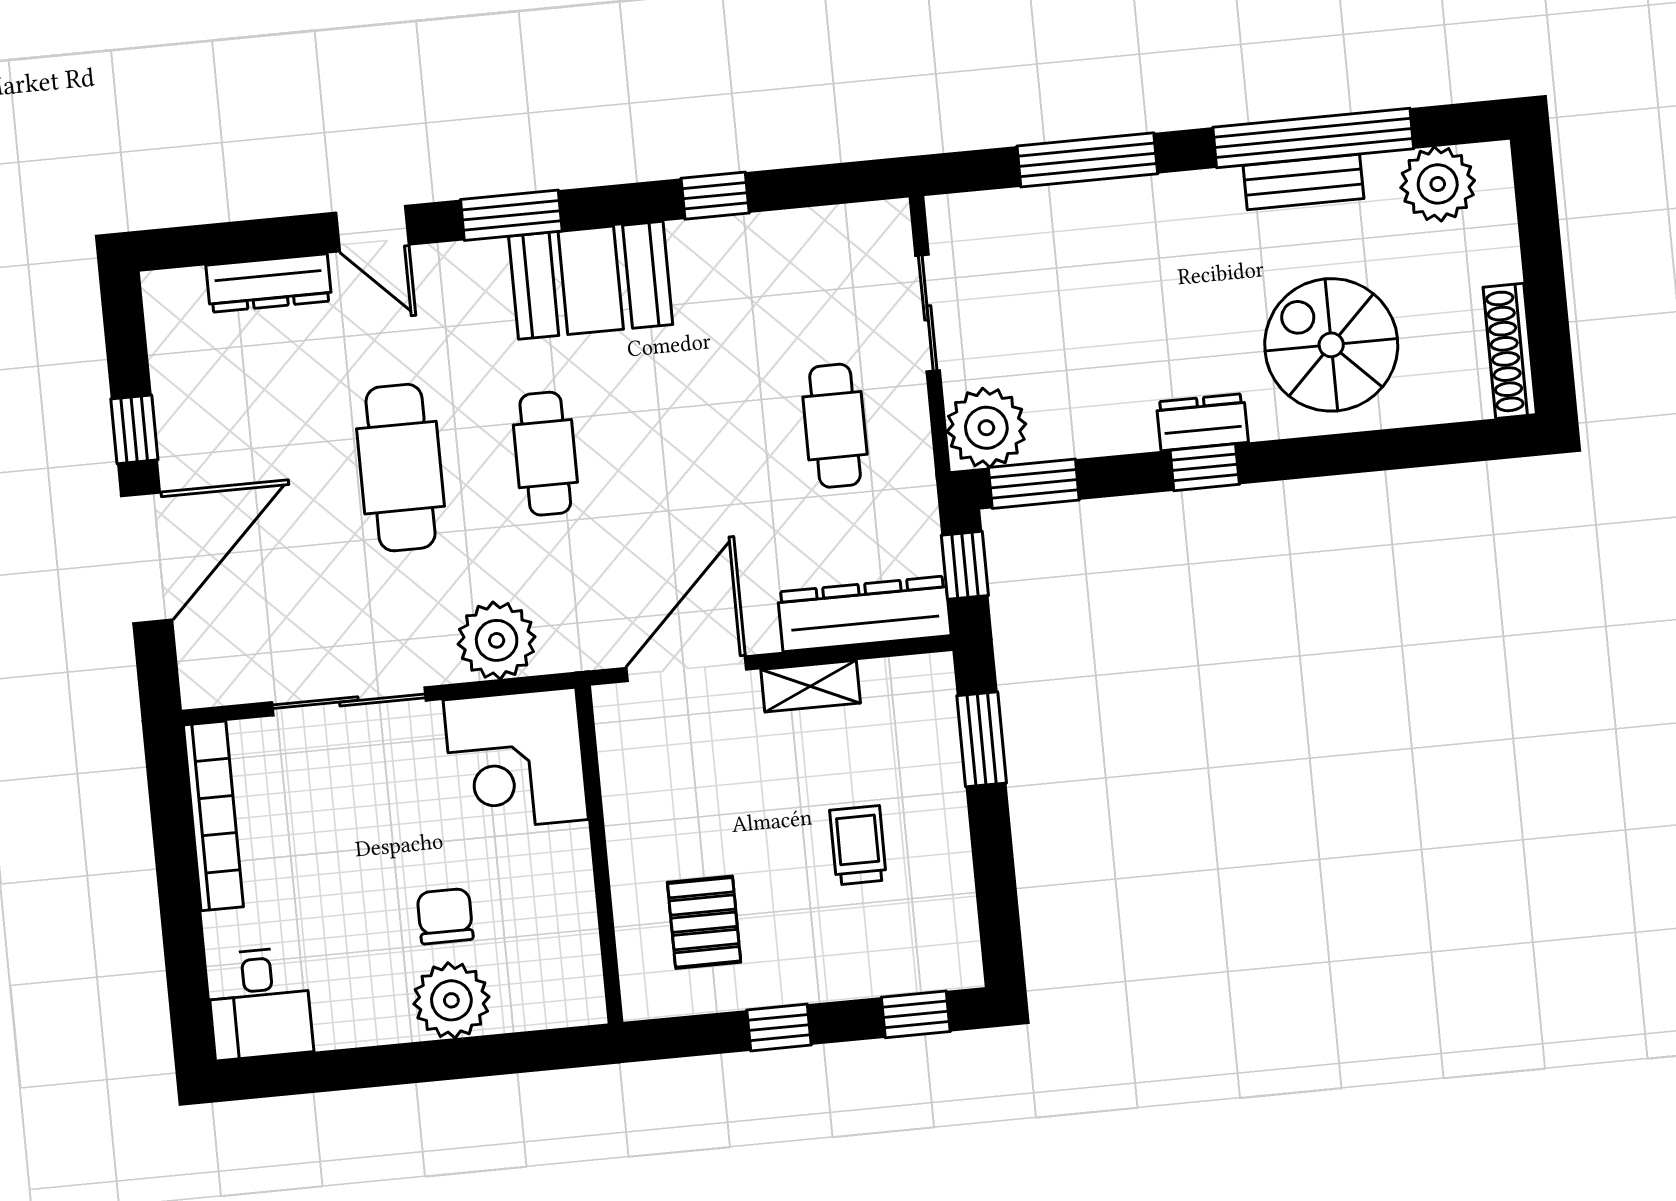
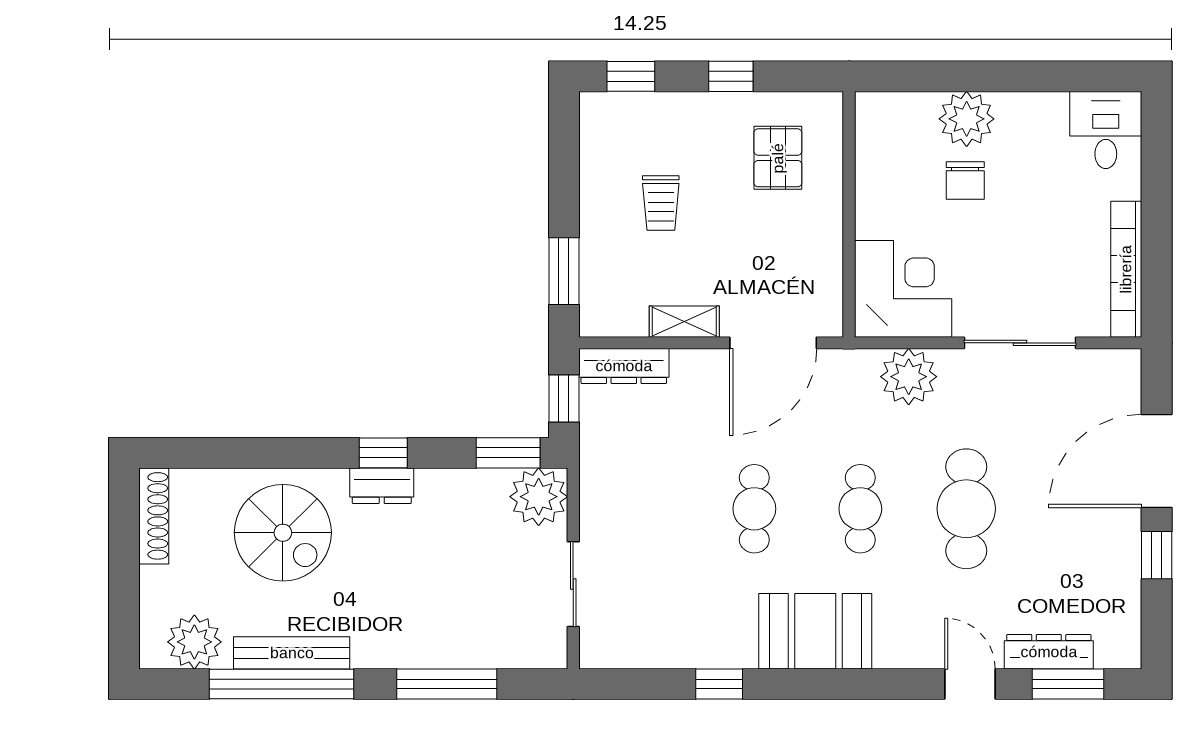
bench: (1303, 182) -> (292, 653), width x1.36
window: (511, 215) -> (1068, 684), moved
cafe table: (835, 426) -> (754, 509), moved
dresser: (864, 614) -> (624, 366), width x0.73, depth x0.80

